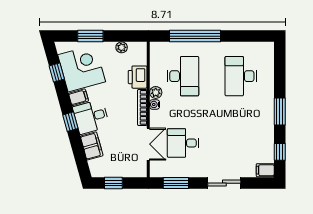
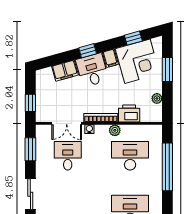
desk: (183, 76) -> (130, 156), turned 180
water cooler: (155, 104) -> (89, 129), moved
window: (113, 183) -> (30, 103), moved

